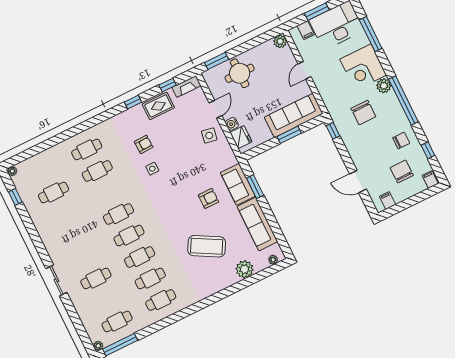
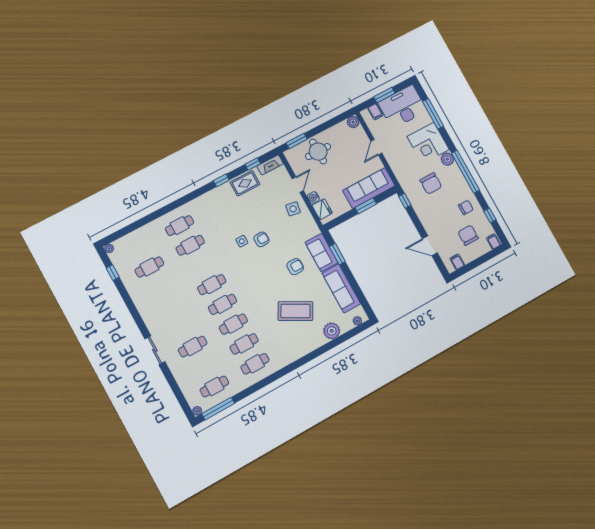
armchair: (144, 144) -> (261, 239), moved

